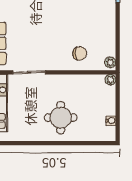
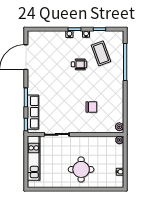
chair: (80, 53) -> (91, 107), moved

